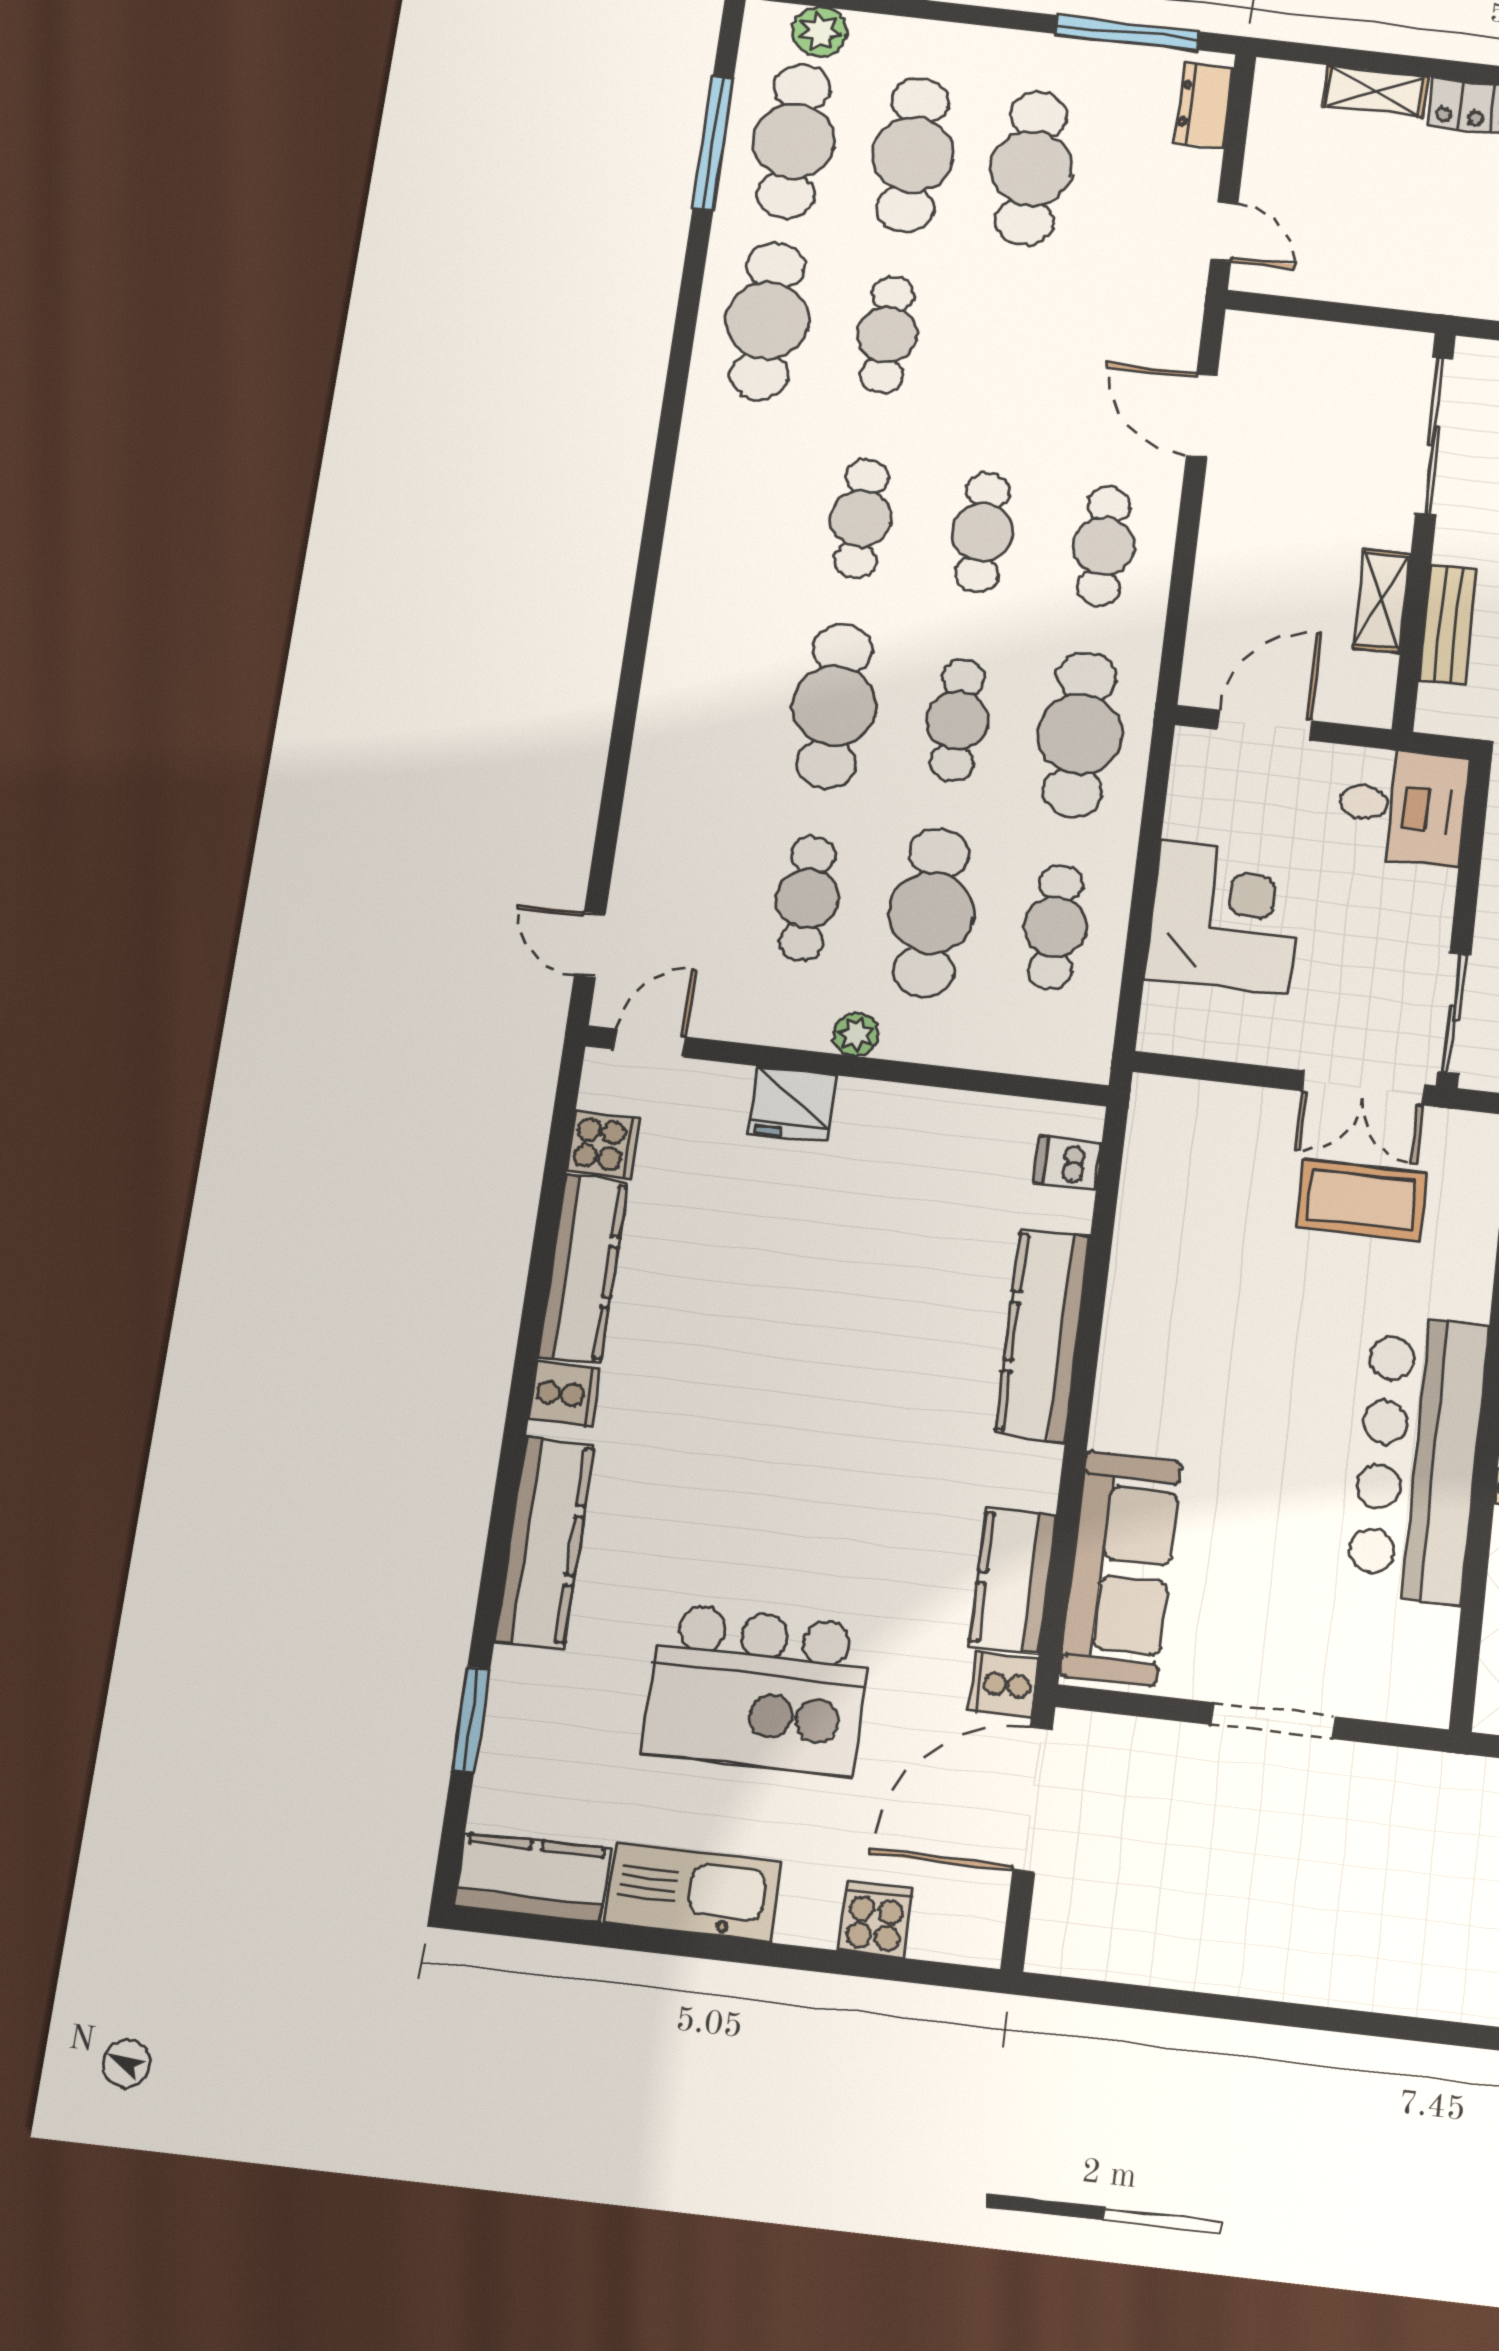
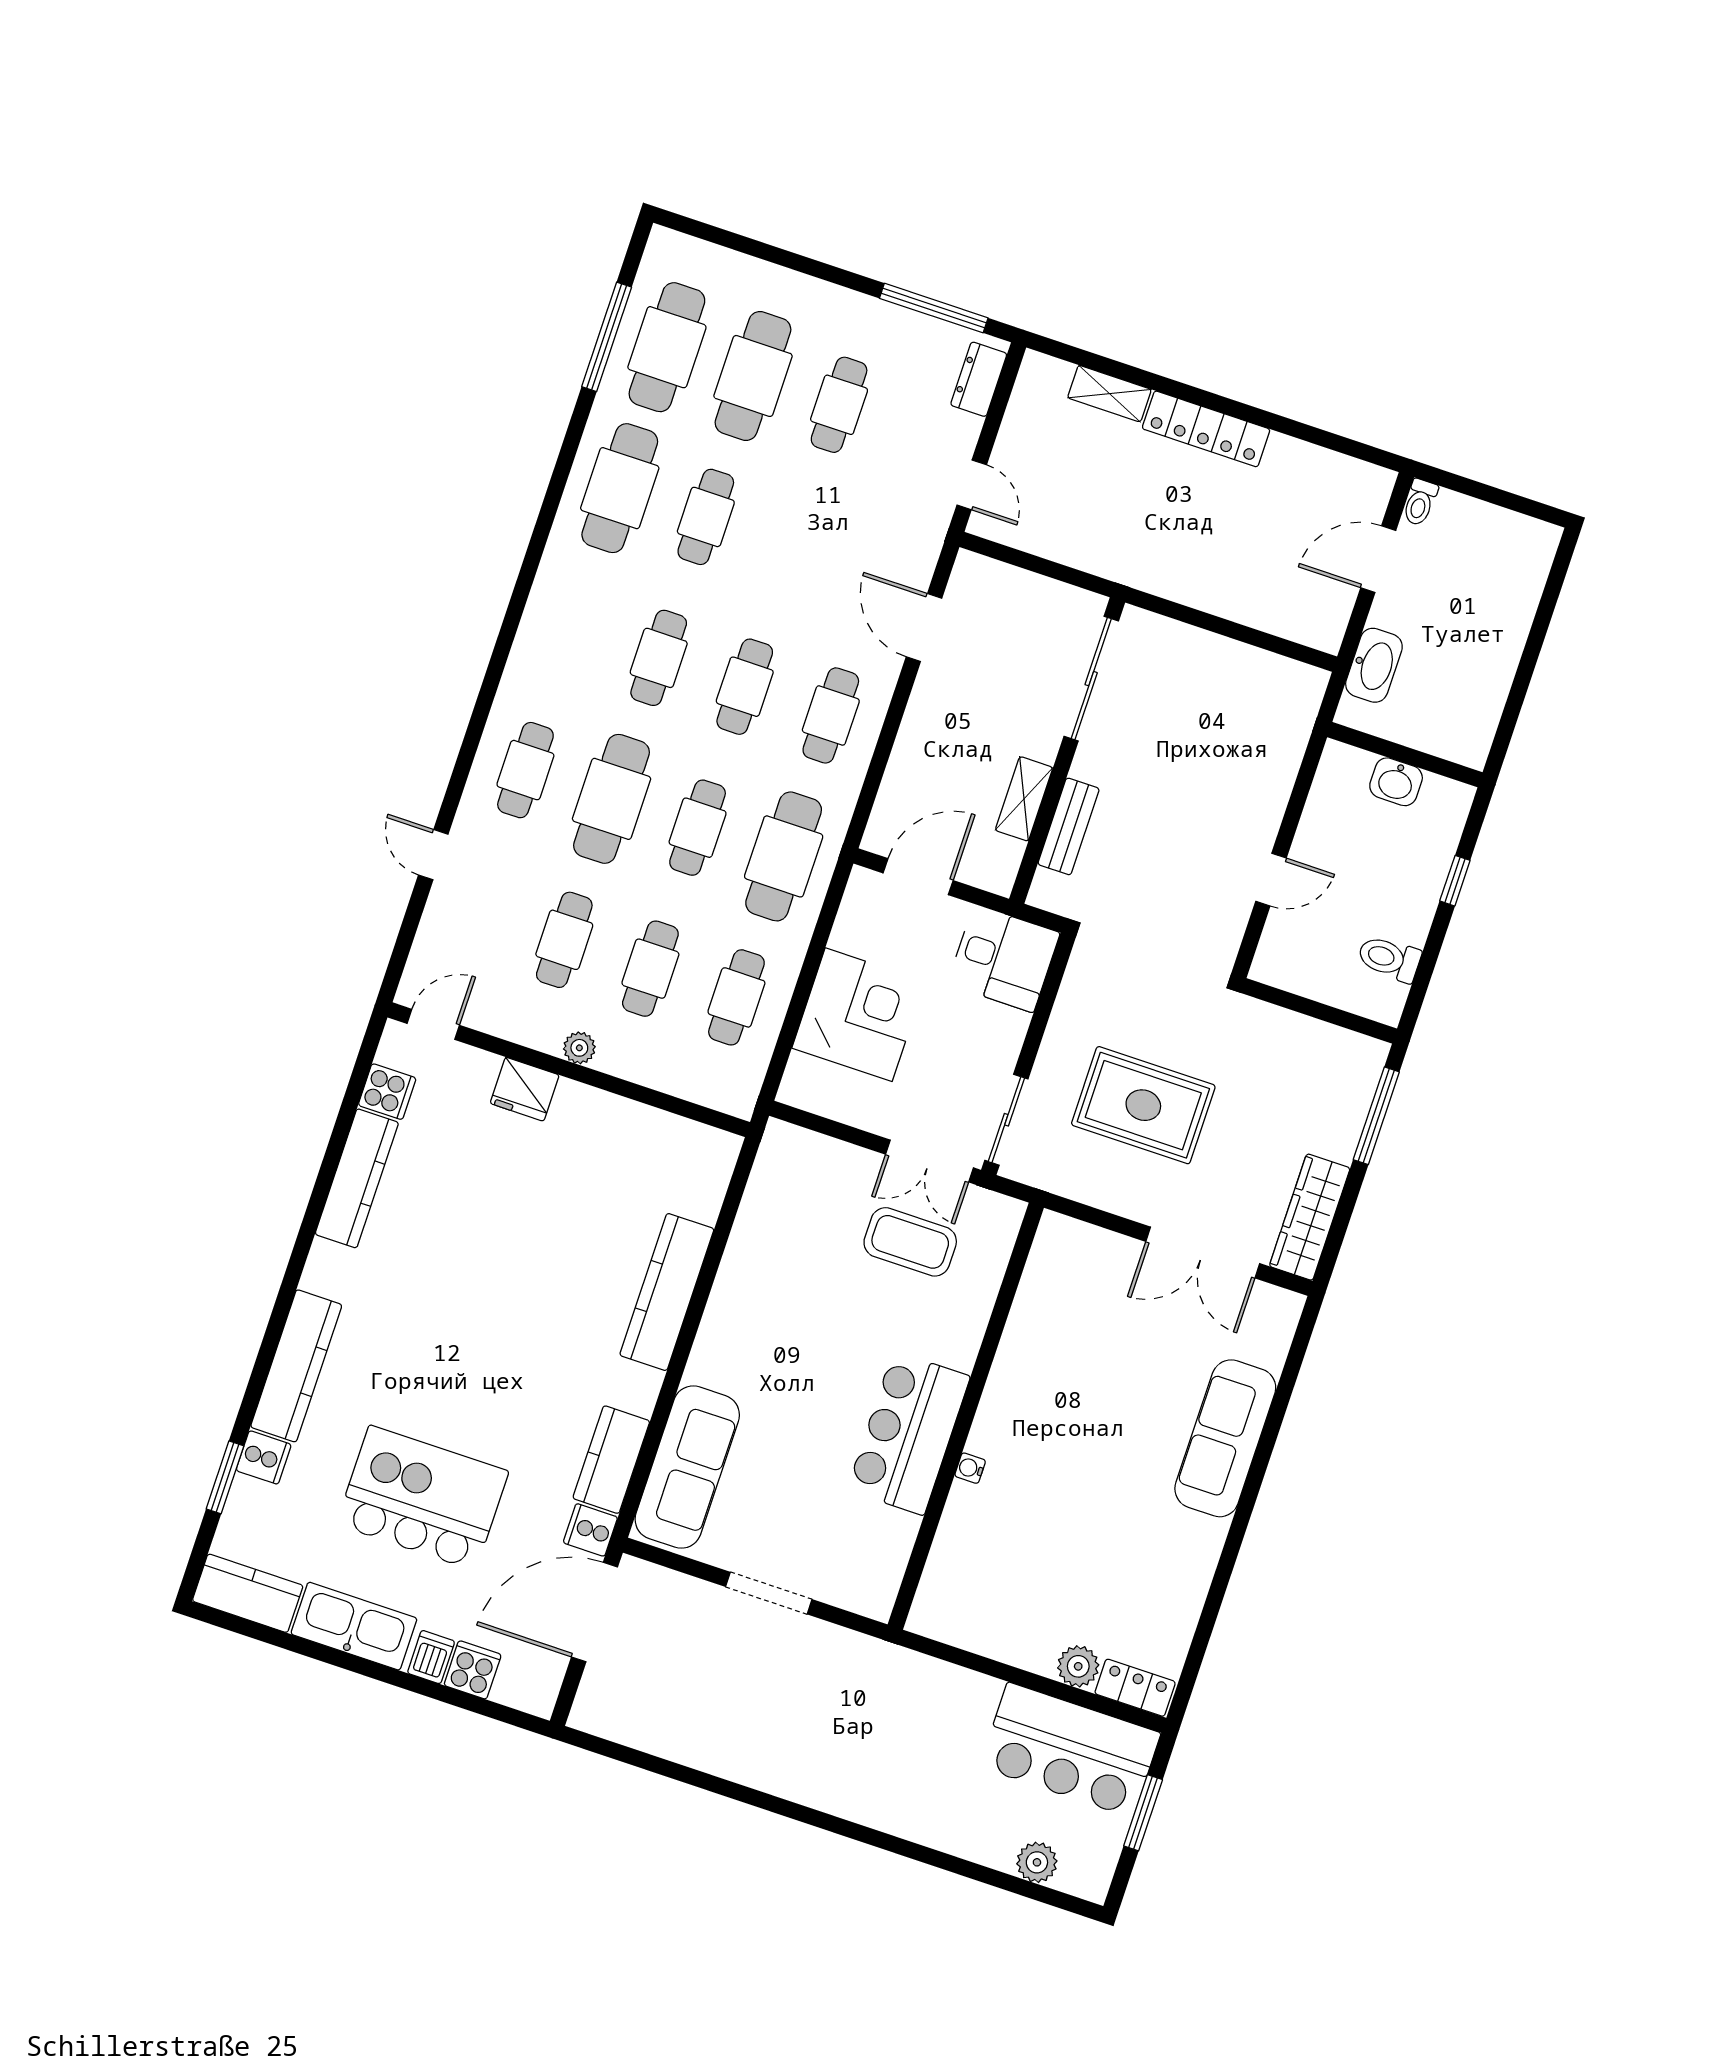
plant: (820, 32) -> (703, 261), removed
cafe table: (1031, 168) -> (839, 405), width x0.73, depth x0.74
cafe table: (712, 692) -> (525, 770), added
cafe table: (931, 912) -> (650, 969), width x0.73, depth x0.74
door: (590, 945) -> (433, 855), moved
dishwasher: (1067, 1163) -> (431, 1657), moved, turned 90
cooker: (564, 1394) -> (264, 1457), moved
bar counter: (1418, 1458) -> (909, 1433), width x0.73
kitchen island: (757, 1689) -> (422, 1498), turned 180

